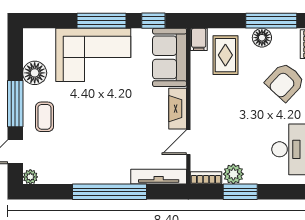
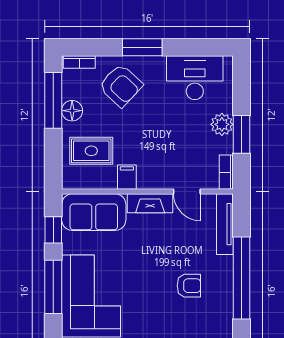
filing cabinet: (199, 39) -> (127, 177), moved, turned -90
armchair: (103, 144) -> (189, 286), added
plant: (233, 174) -> (222, 124), moved

